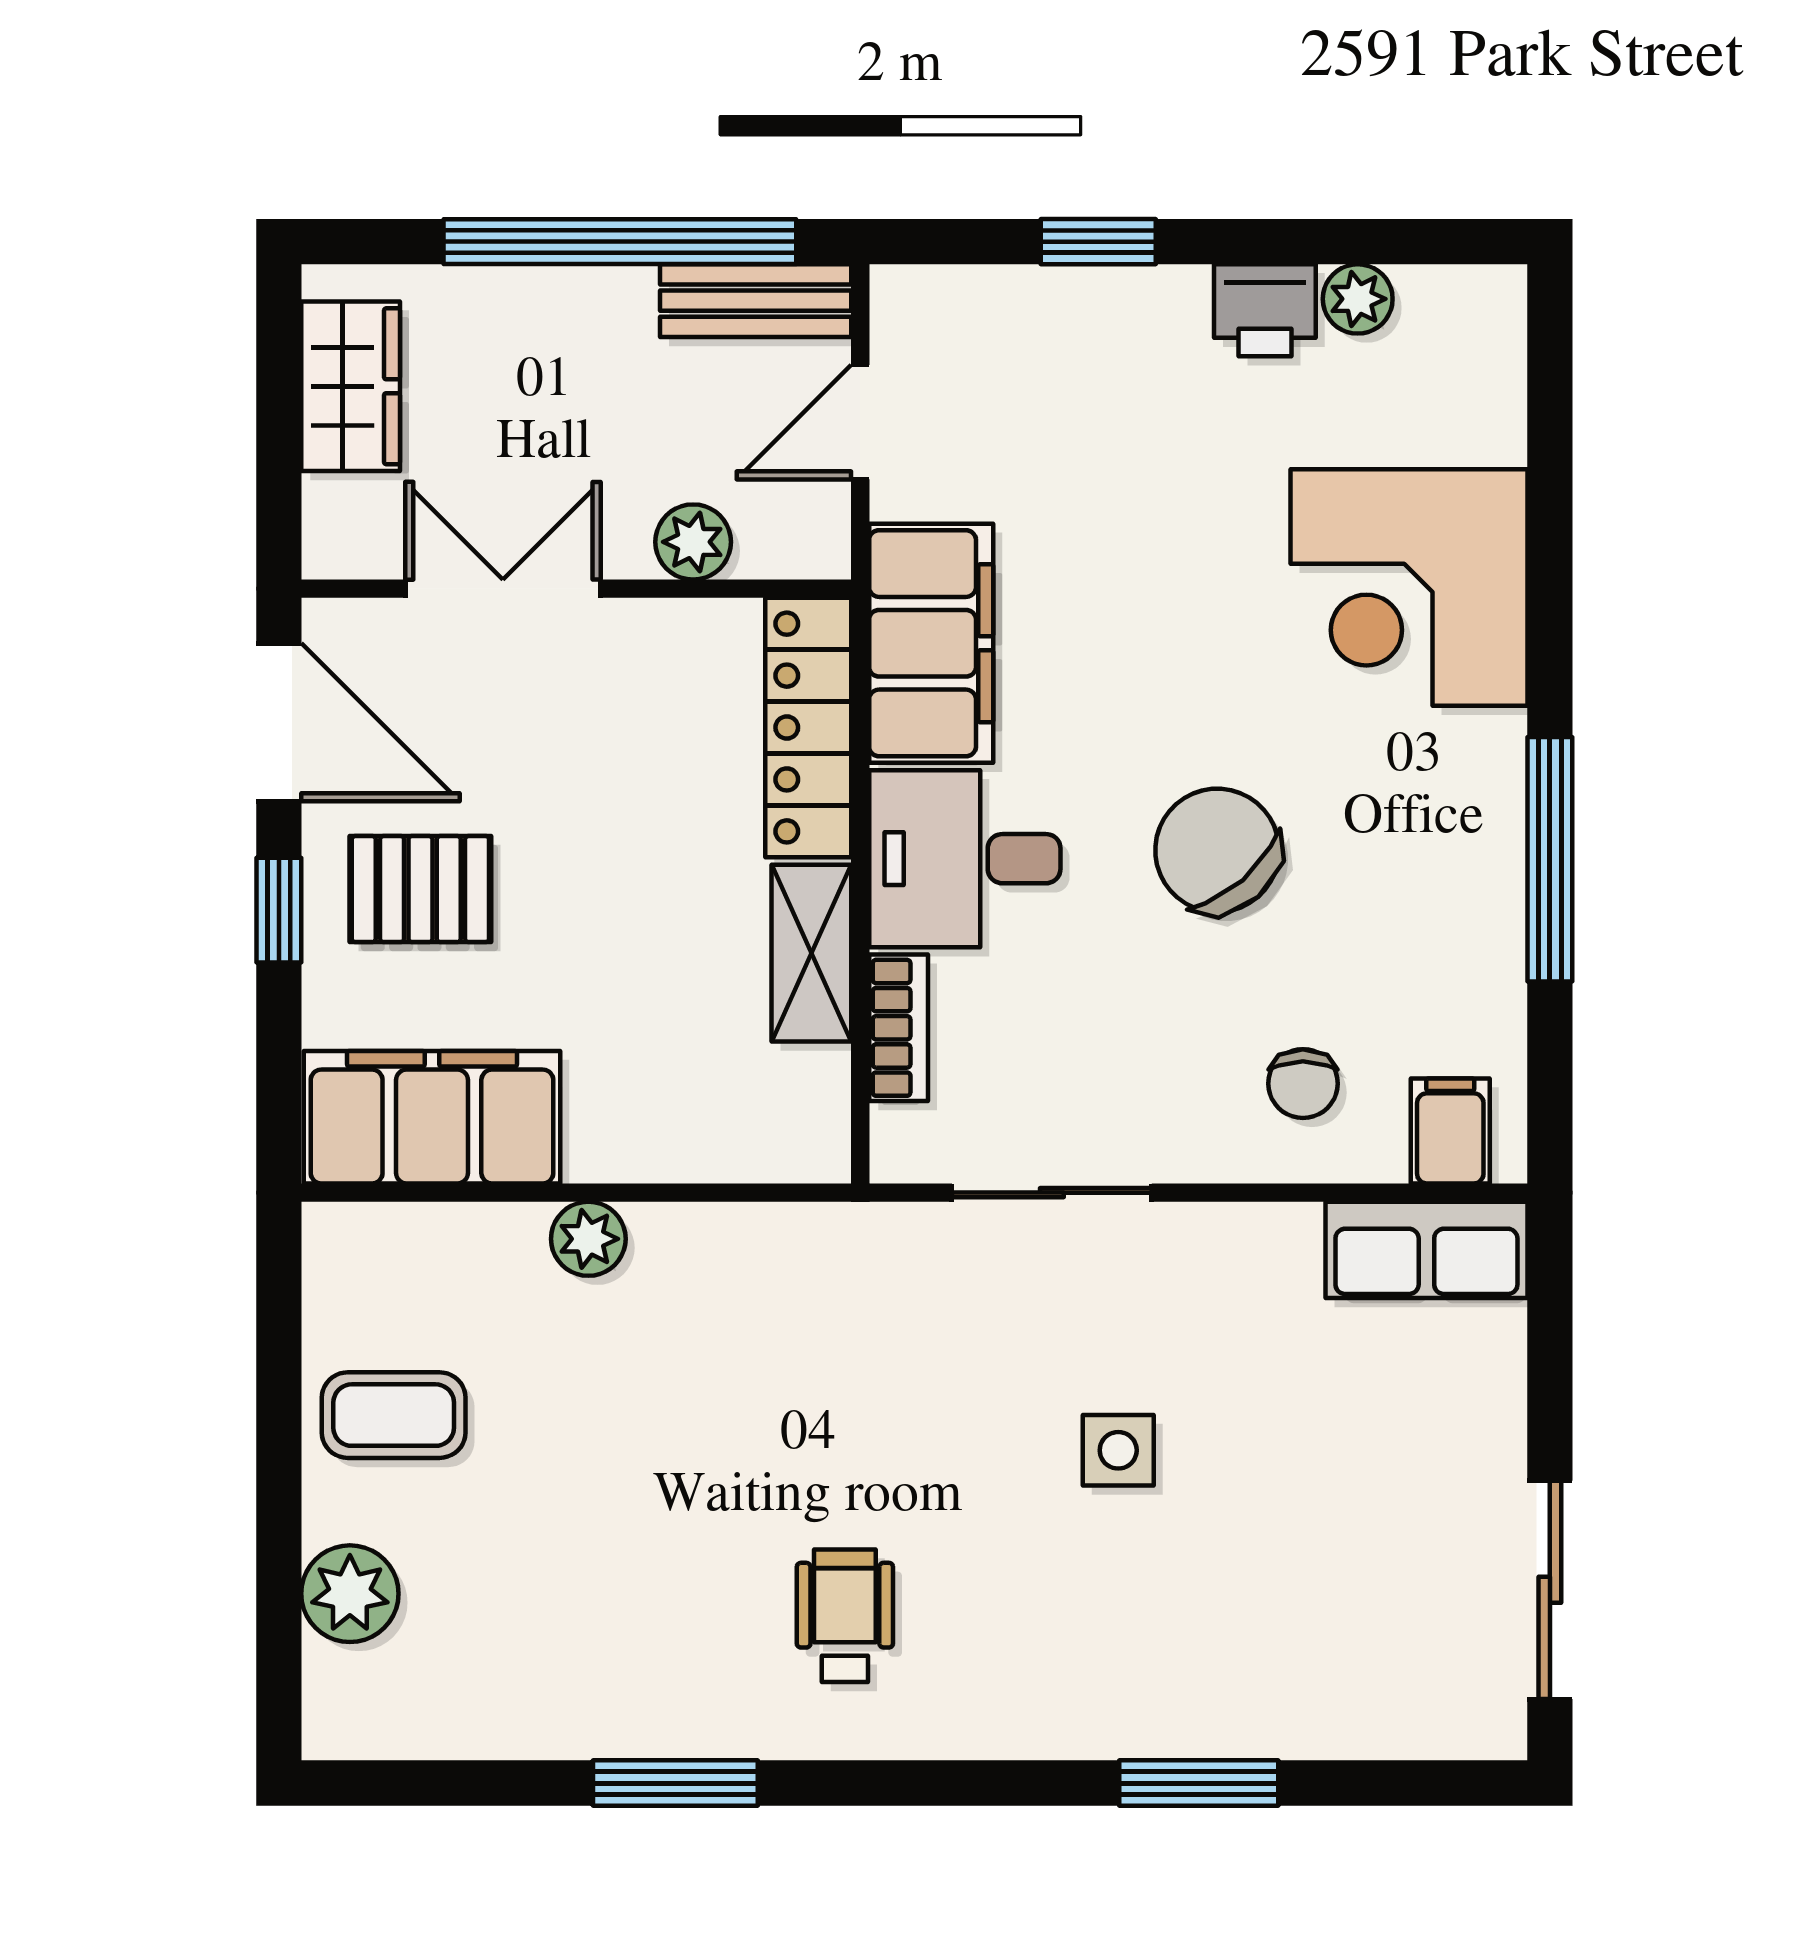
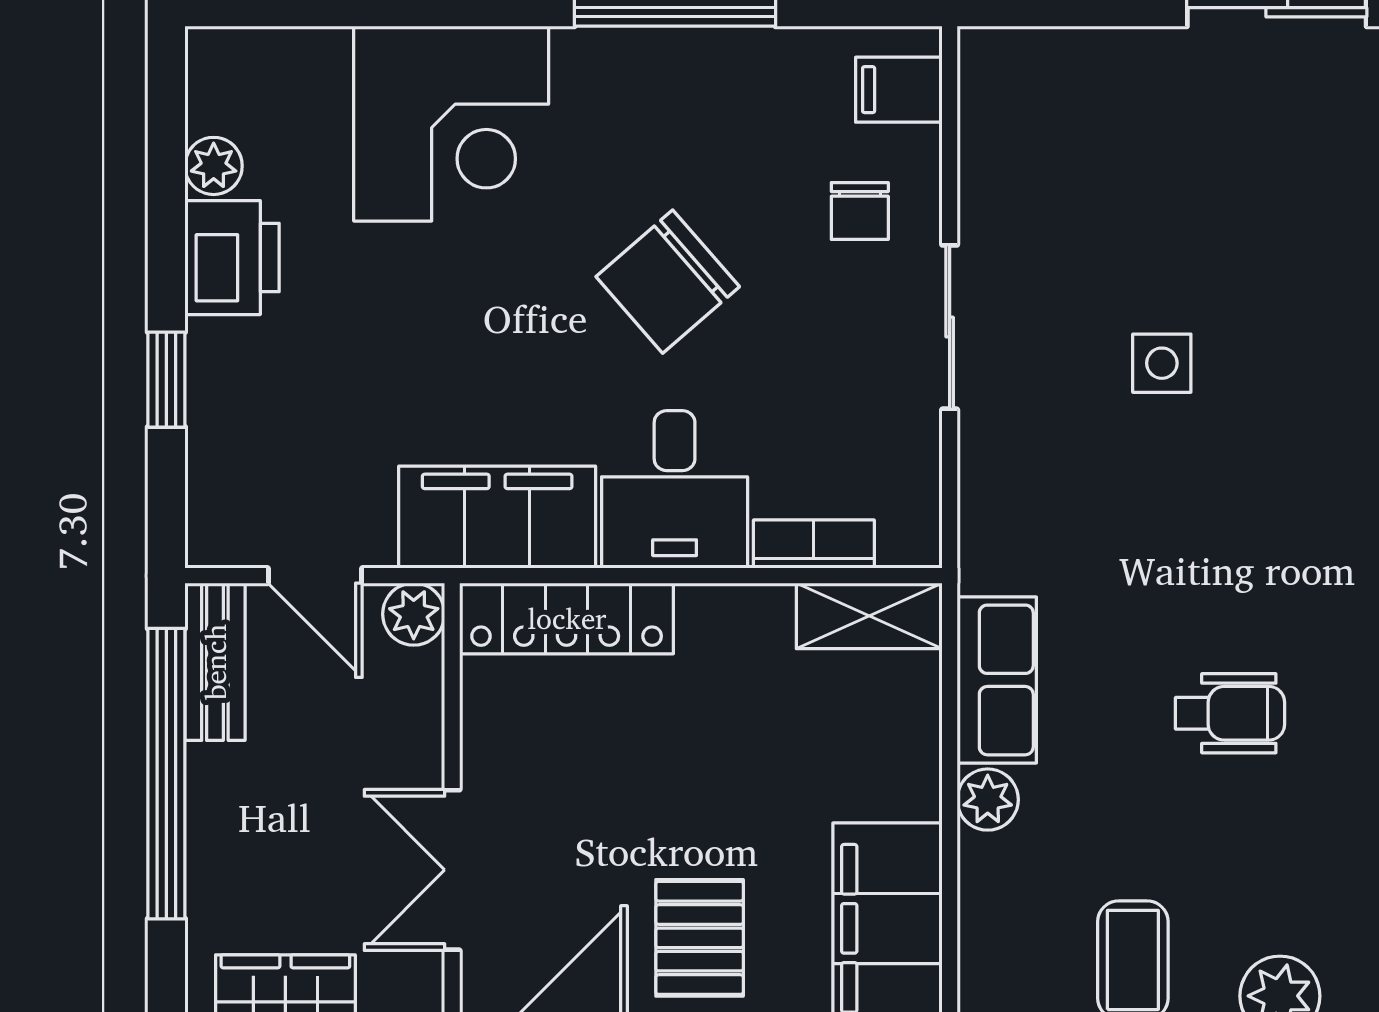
printer: (1265, 310) -> (232, 258), width x1.36, depth x1.24
plant: (693, 542) -> (414, 614), moved
shelving: (811, 953) -> (869, 616), moved
chair: (1303, 1084) -> (860, 211), turned 90
sliding door: (1052, 1193) -> (950, 327), moved
row of seats: (1426, 1250) -> (997, 680), moved
wheelchair: (845, 1616) -> (1230, 713), moved, turned 180

